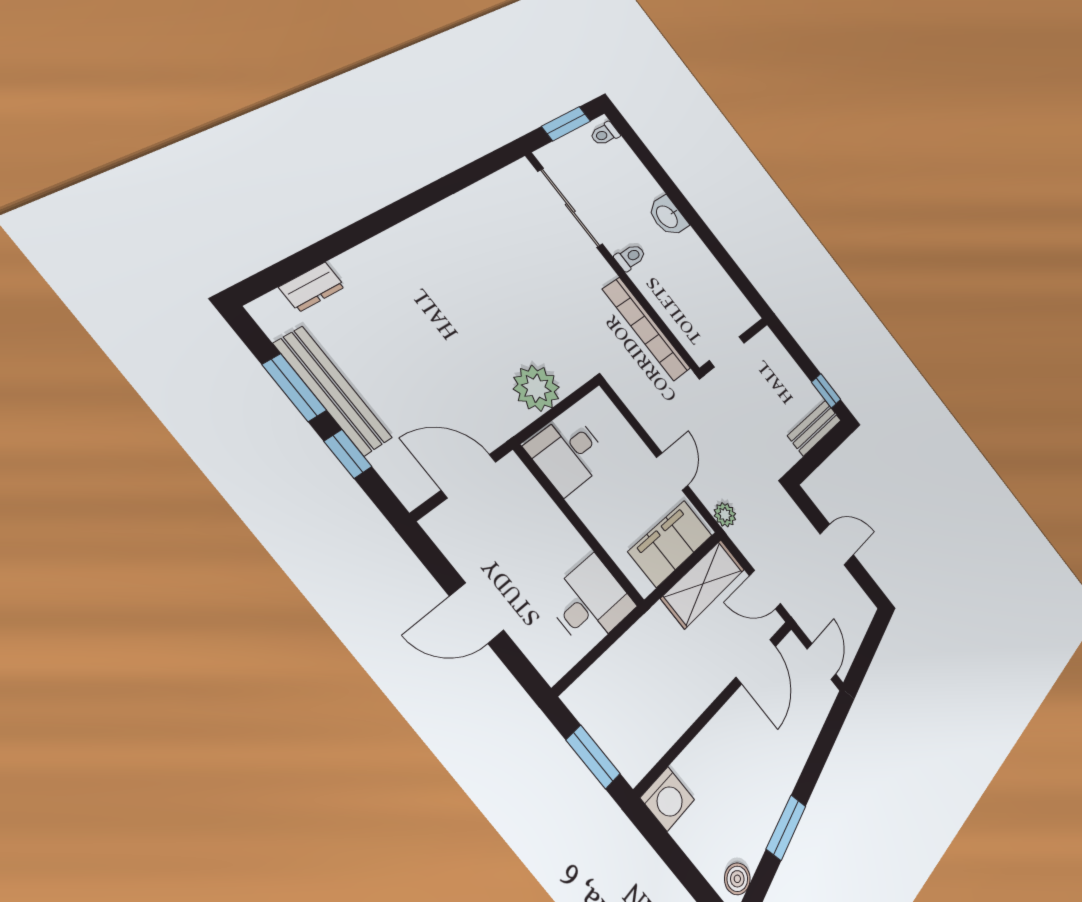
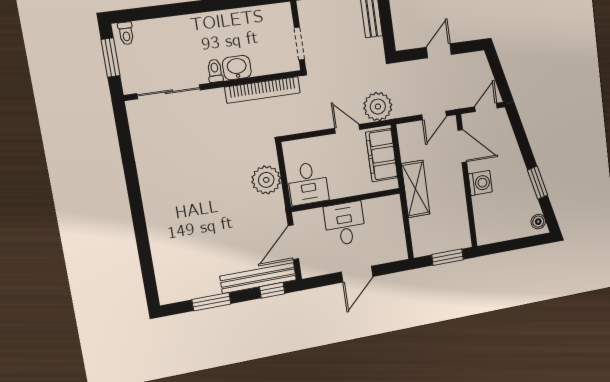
washbasin: (668, 216) -> (237, 68), moved, turned 180
dresser: (312, 287) -> (163, 268), removed
bench: (333, 391) -> (258, 278), moved
window: (348, 454) -> (272, 290), moved
plant: (725, 515) -> (378, 107), width x1.88, depth x1.88
shelving: (703, 584) -> (416, 189), moved
desk: (590, 602) -> (345, 224), moved
door: (822, 662) -> (486, 107), hinge flipped
washing machine: (667, 799) -> (480, 183), moved

